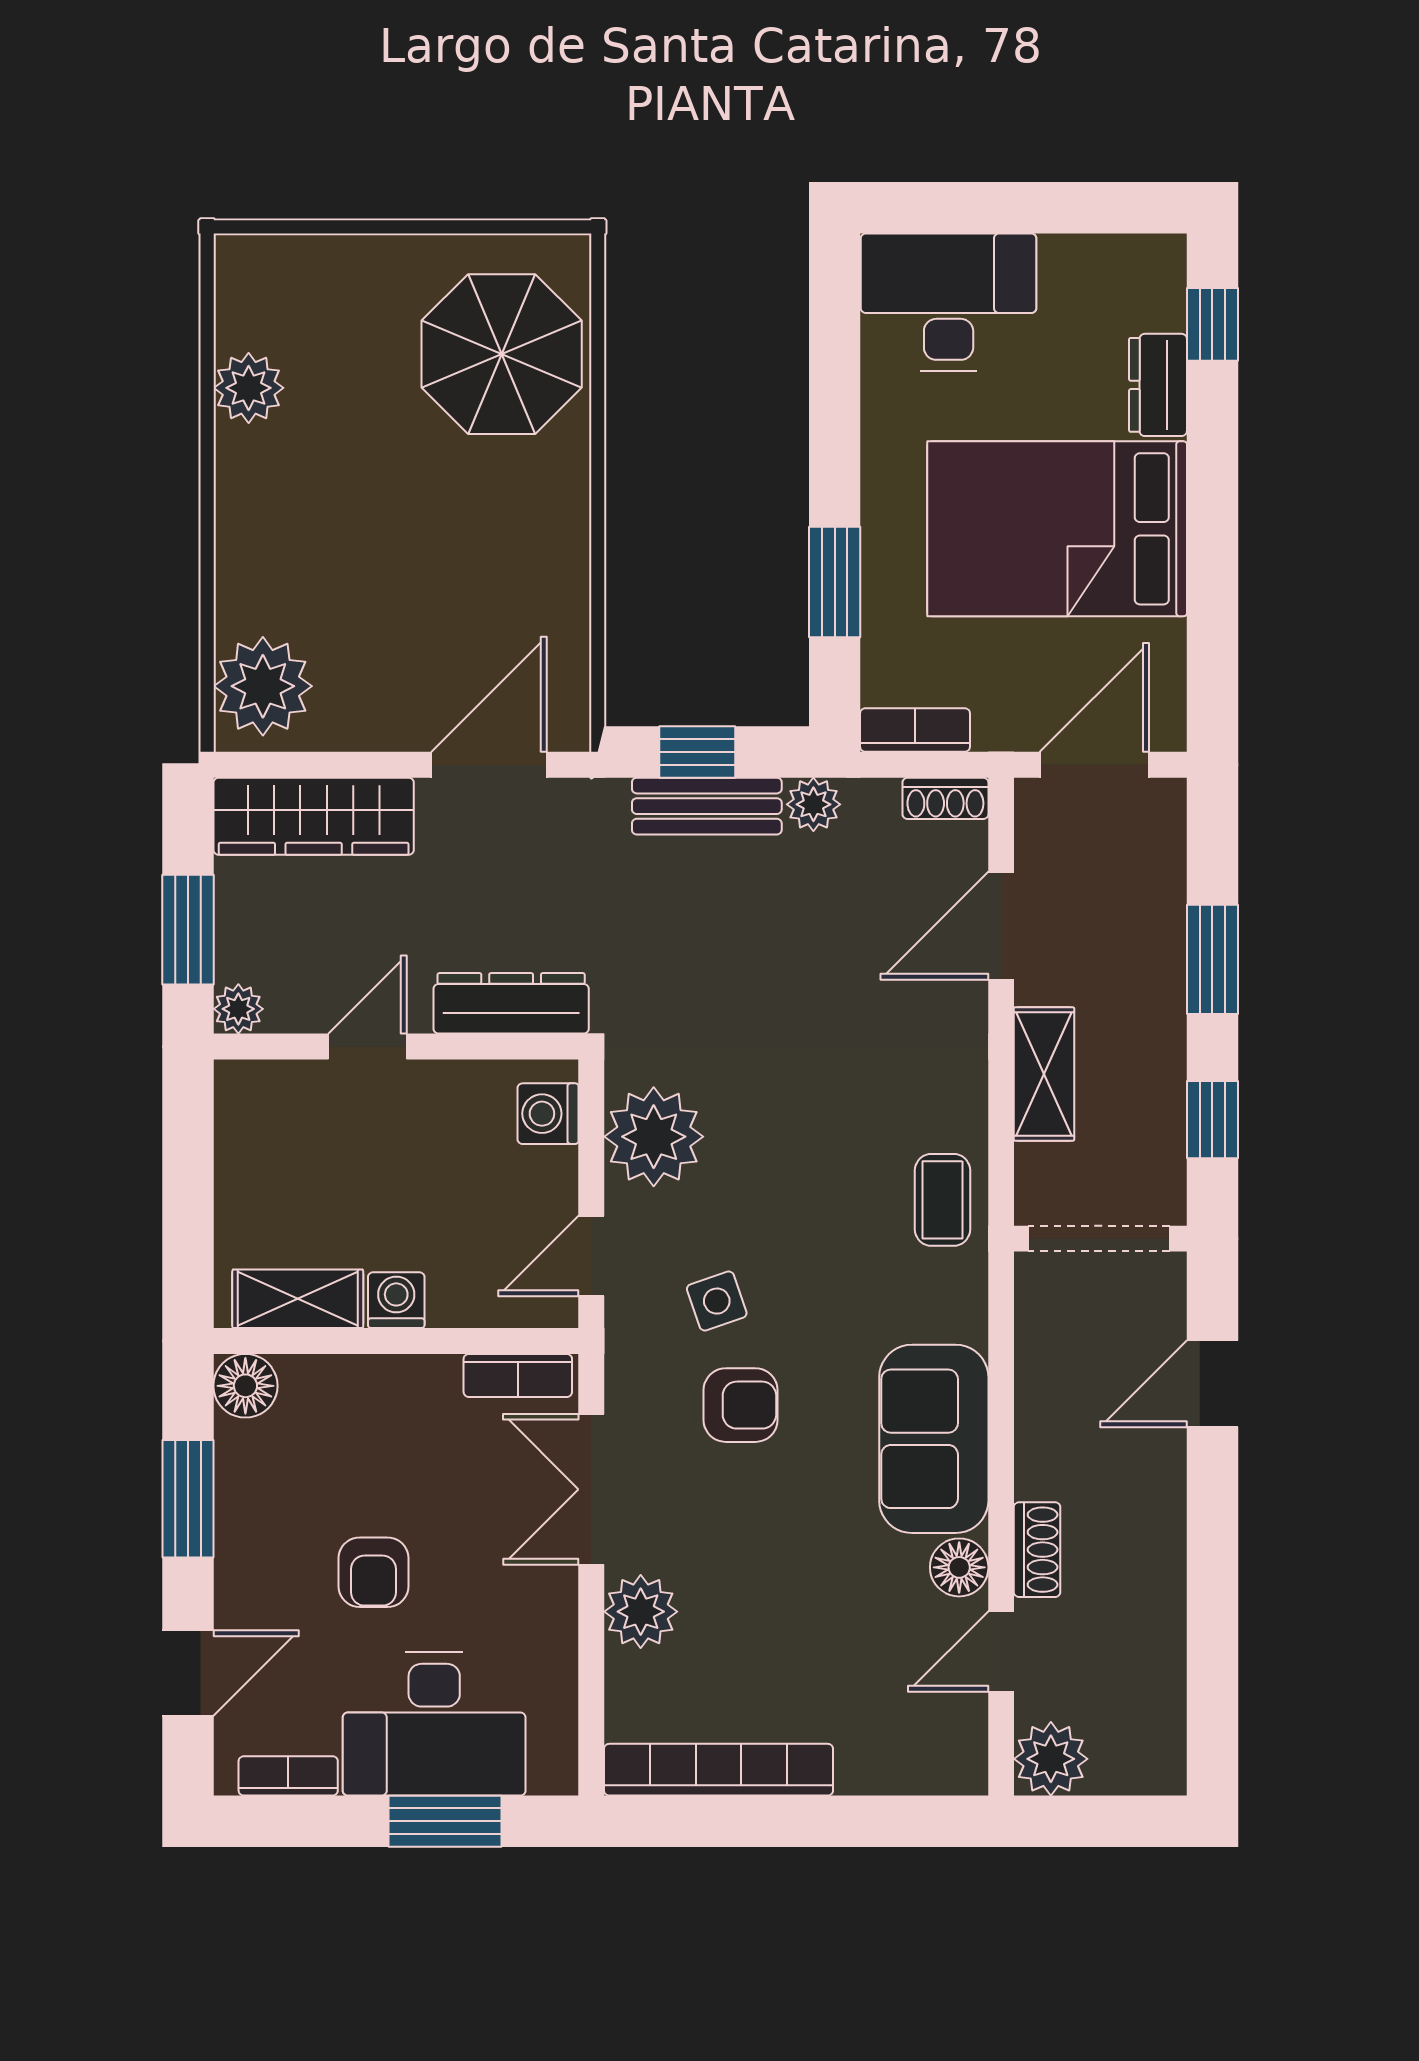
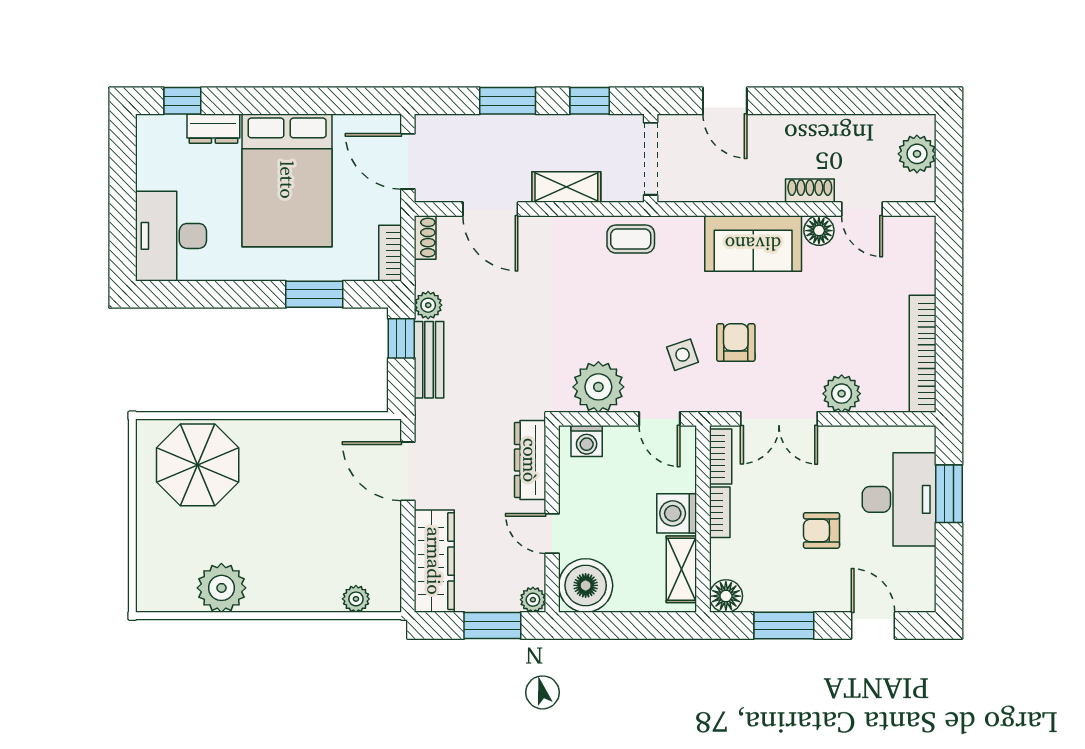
plant: (249, 388) -> (221, 588), width x1.36, depth x1.36
plant: (263, 686) -> (356, 599), width x0.53, depth x0.53
window: (697, 752) -> (401, 338), moved
boiler: (266, 1112) -> (586, 585), added
washing machine: (396, 1300) -> (677, 513), width x1.38, depth x1.38
armchair: (374, 1572) -> (821, 530), turned 180
plant: (1051, 1759) -> (917, 154), moved
bookcase: (288, 1776) -> (720, 512), moved, turned 180

